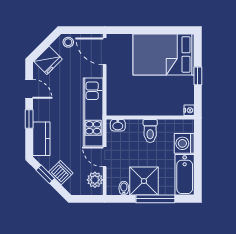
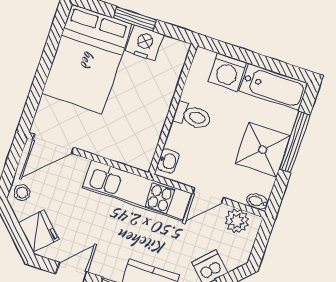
window: (198, 76) -> (135, 19), width x1.50
nightstand: (189, 110) -> (144, 43), moved, width x1.89, depth x1.79
bidet: (124, 188) -> (257, 201), moved

